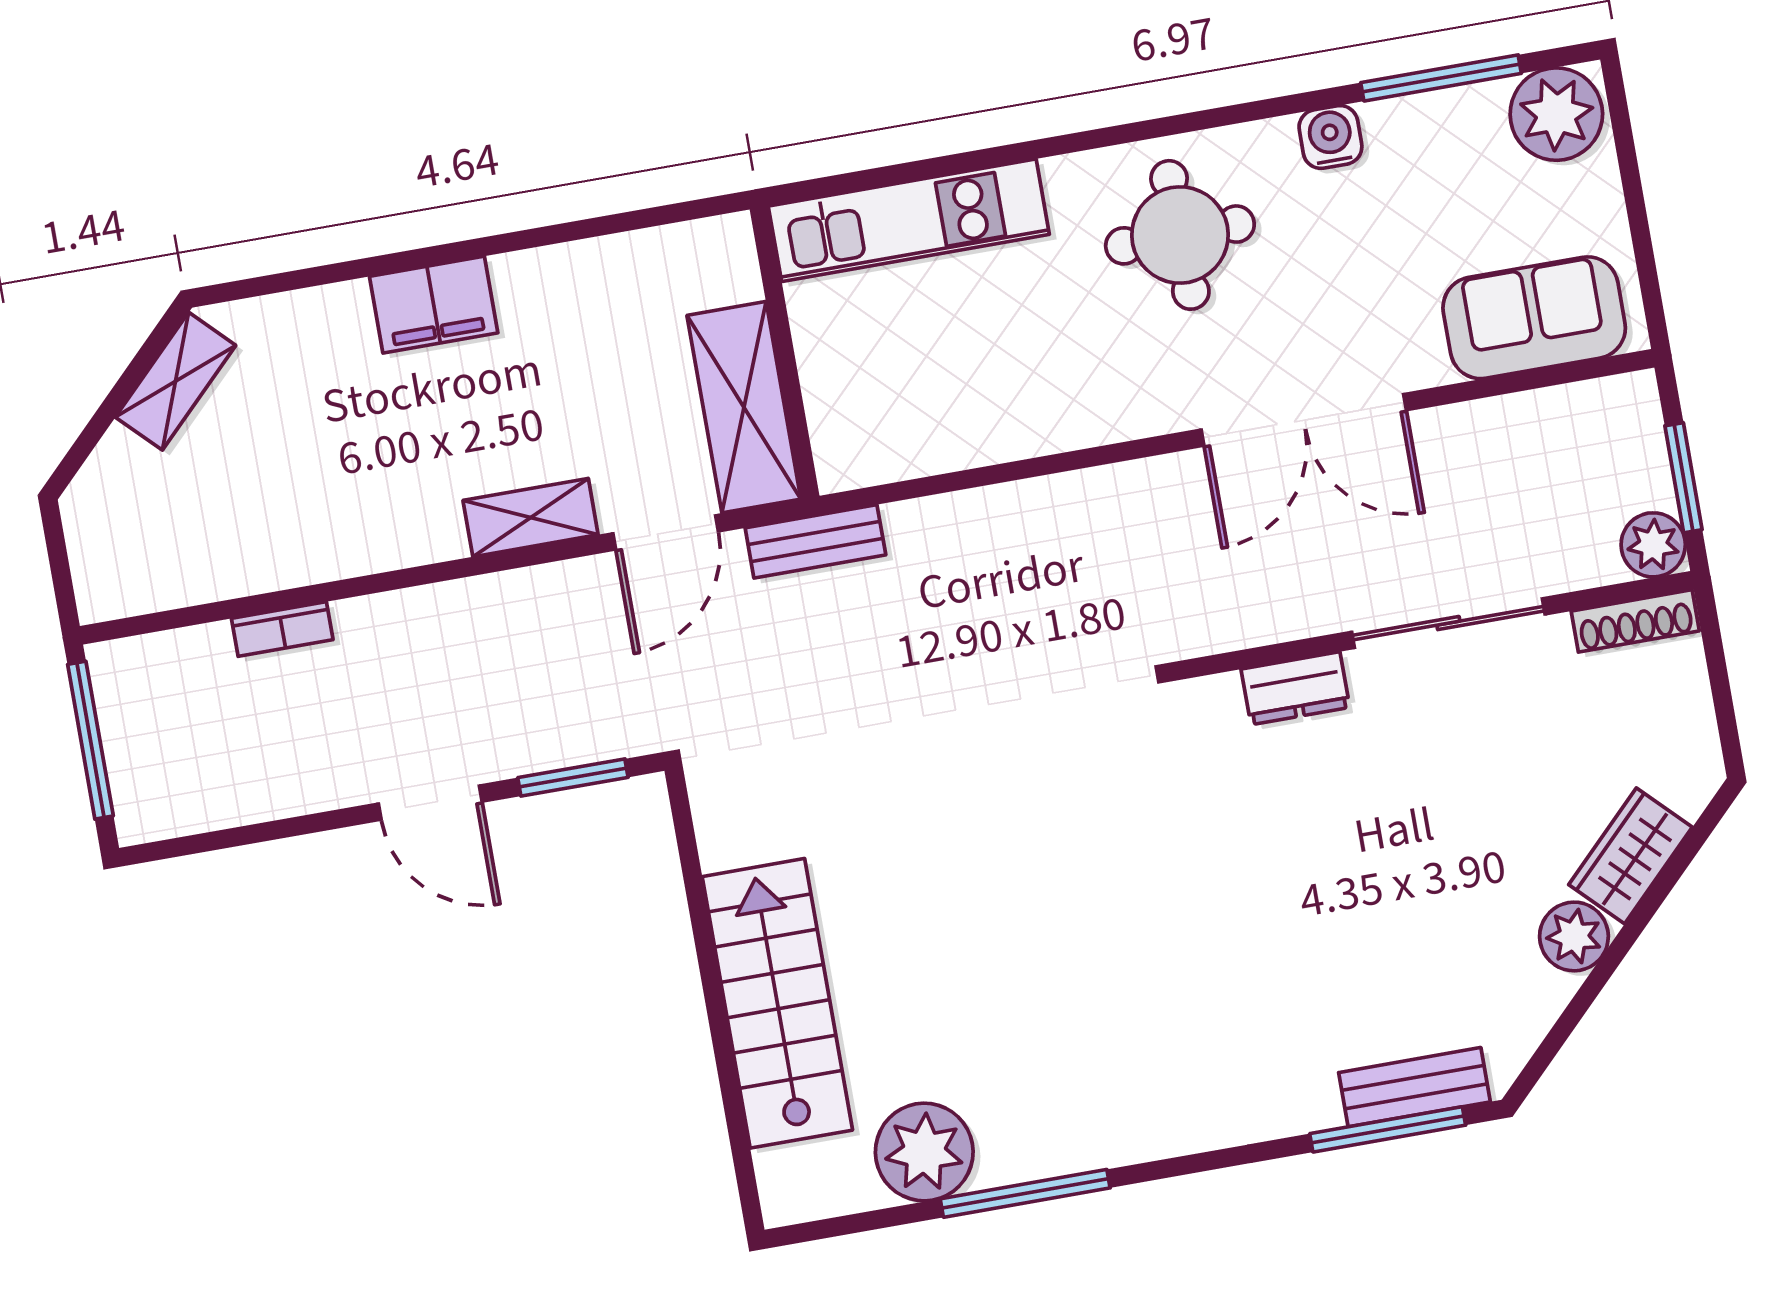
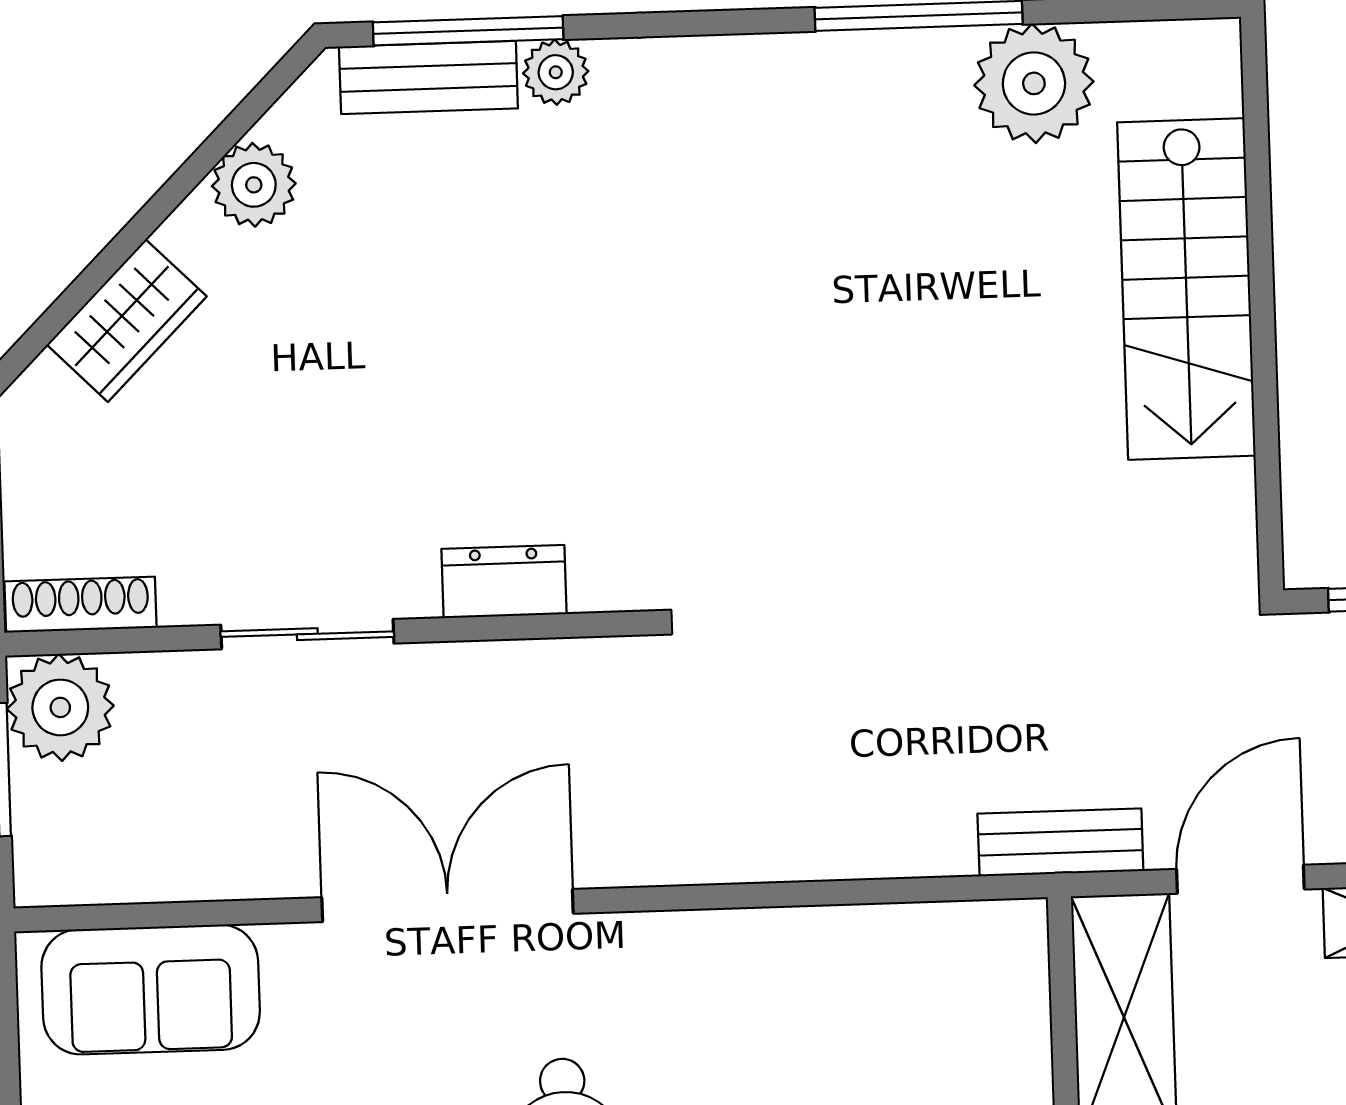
plant: (1653, 545) -> (60, 707), width x1.36, depth x1.36
sliding door: (1448, 623) -> (307, 634), width x0.73
plant: (1574, 936) -> (254, 185), moved
plant: (1312, 1106) -> (556, 72), added

